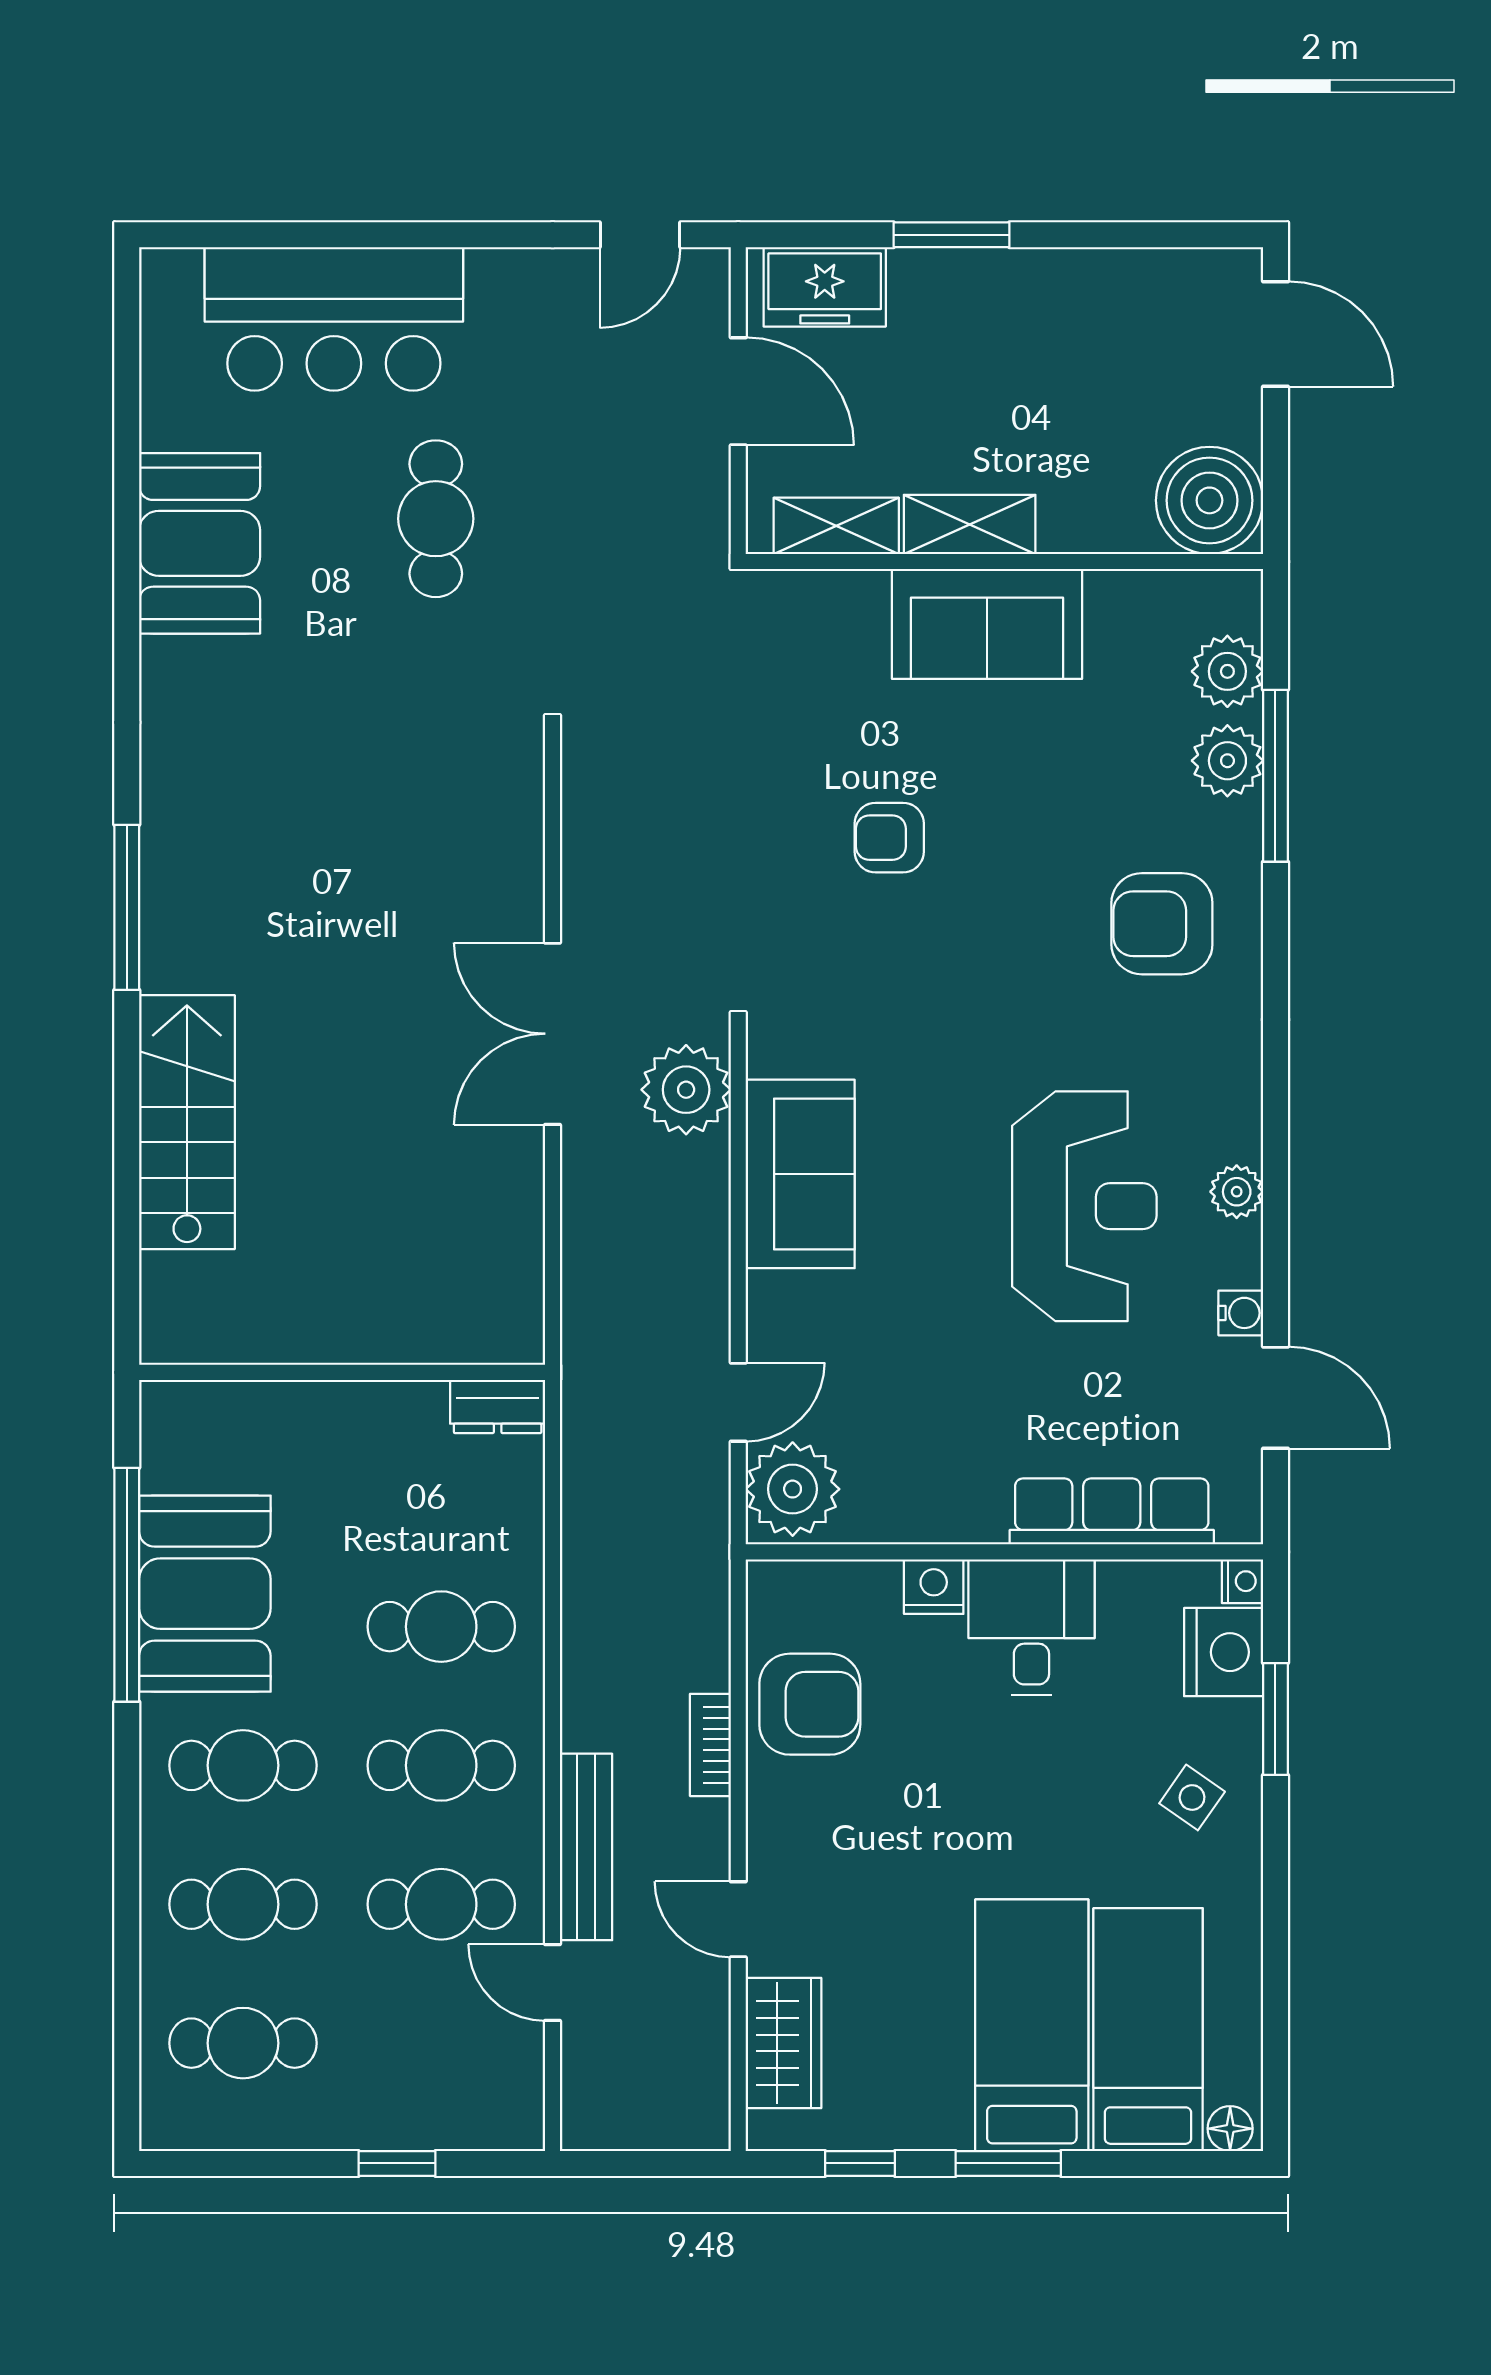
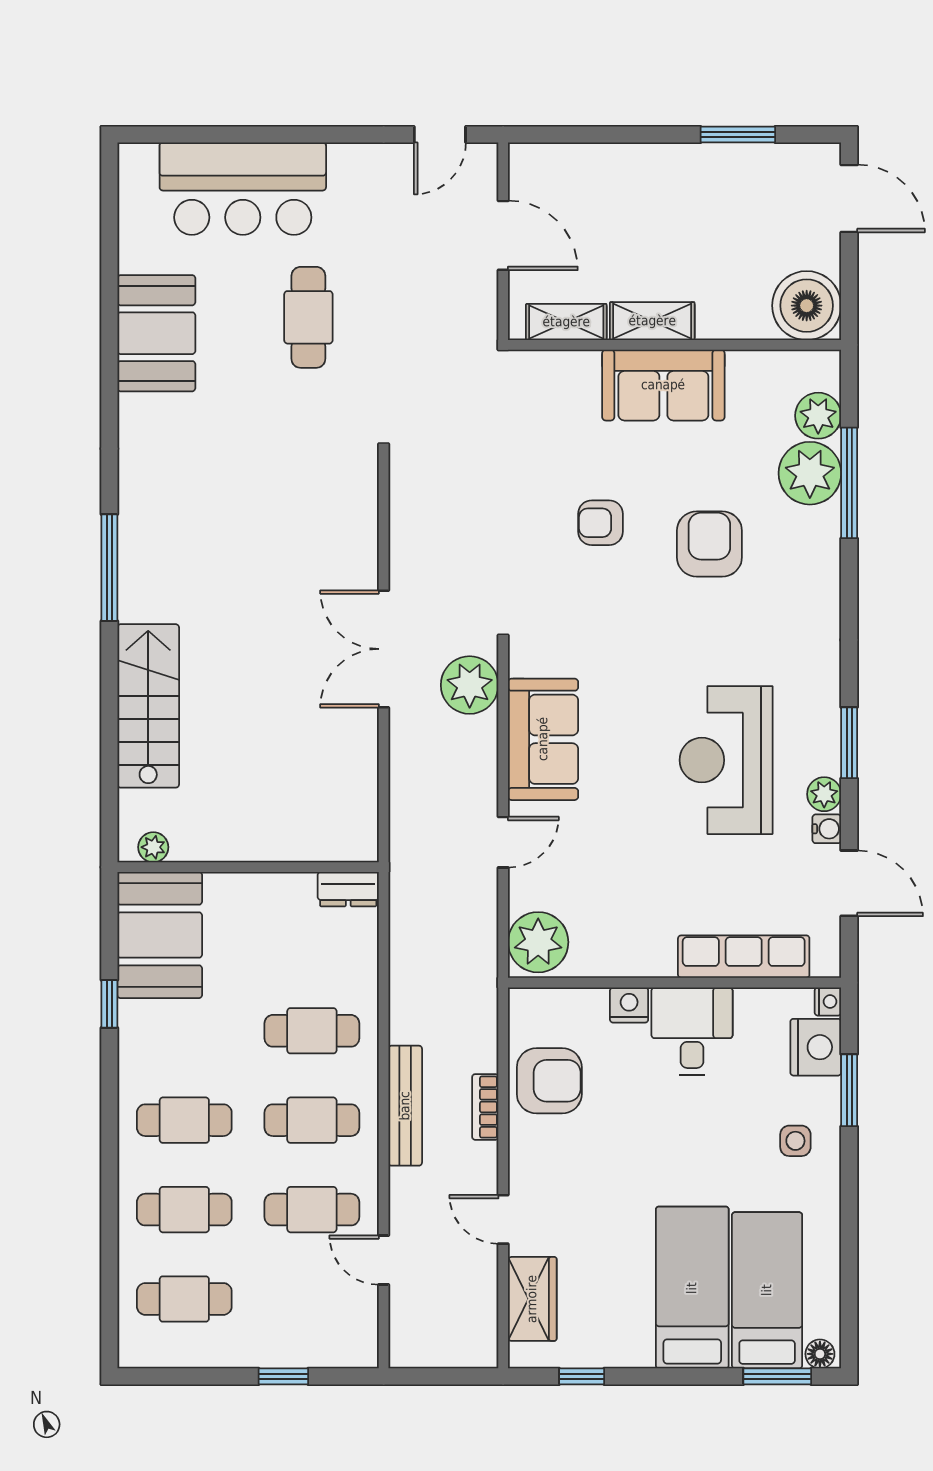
window: (952, 235) -> (738, 134), moved
freezer: (825, 287) -> (559, 168), removed
plant: (1227, 761) -> (810, 473), width x1.36, depth x1.36
armchair: (1162, 924) -> (709, 544), moved, turned 90
window: (1275, 1179) -> (849, 743), added
plant: (1237, 1192) -> (824, 794), moved
reception desk: (1084, 1206) -> (726, 760), turned 180
plant: (195, 1342) -> (153, 847), added
door: (738, 1402) -> (503, 842), moved
window: (127, 1585) -> (109, 1004), width x0.32
booth: (205, 1594) -> (160, 935), moved
side table: (1192, 1797) -> (795, 1141), turned -35
bench: (586, 1847) -> (405, 1106), moved
window: (1008, 2163) -> (777, 1376), moved

